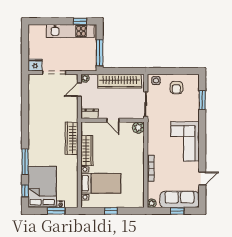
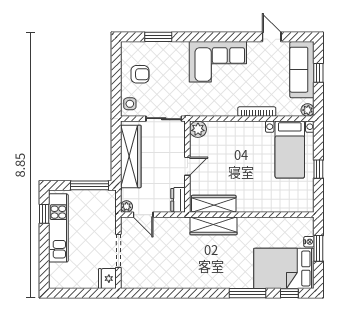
wardrobe: (87, 150) -> (214, 204), moved
bed with nightstands: (101, 183) -> (290, 150), moved, turned 180

